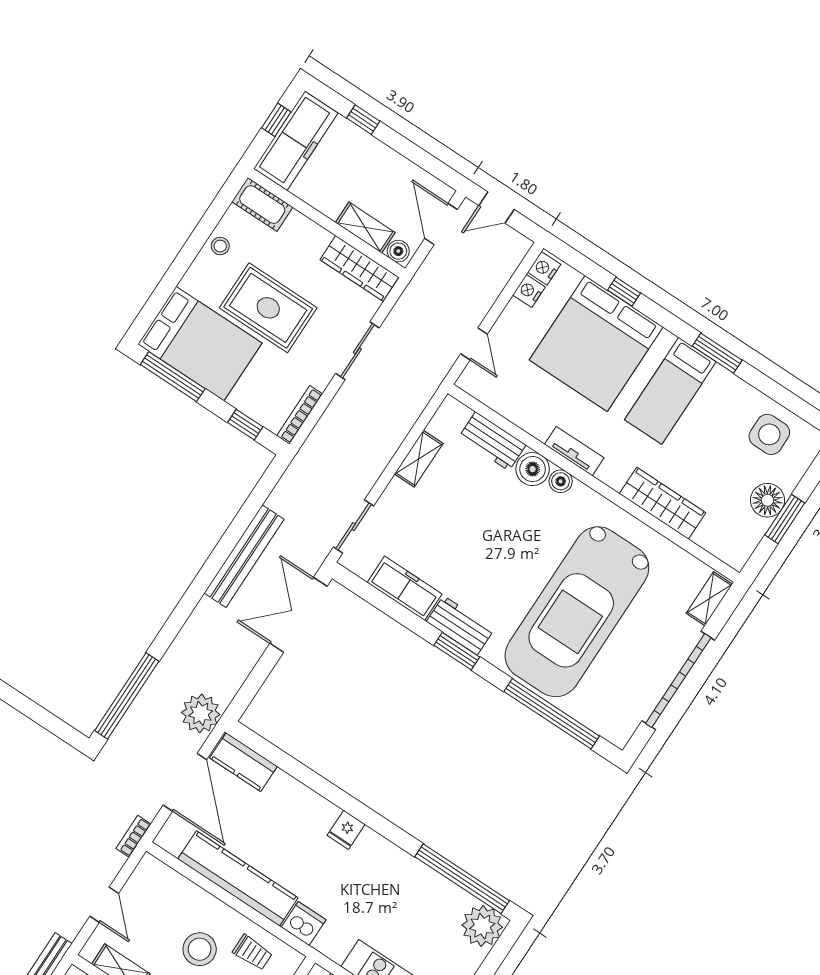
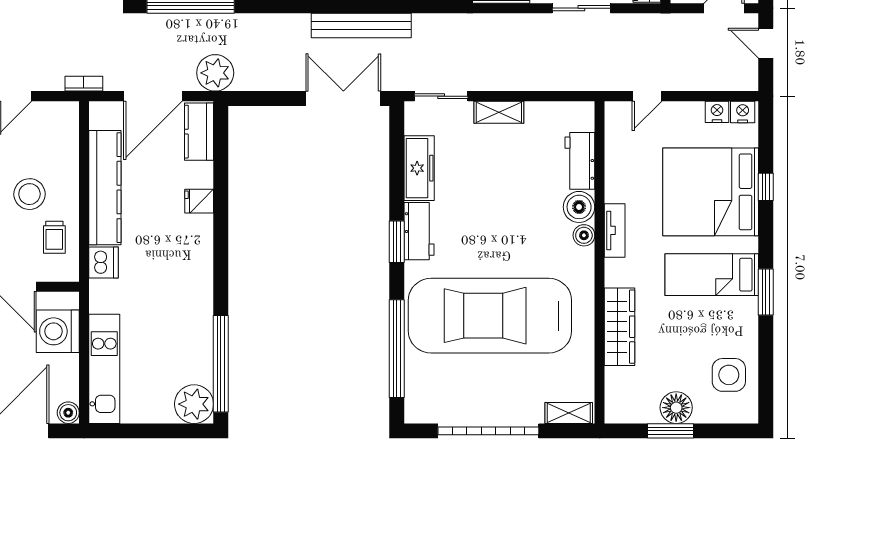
shelving: (419, 459) -> (499, 112), moved
fridge: (346, 830) -> (199, 201), moved

